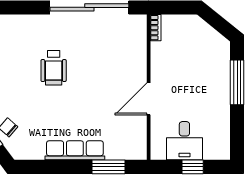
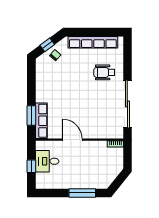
wheelchair: (54, 68) -> (104, 72), moved
row of seats: (75, 150) -> (41, 121), moved

